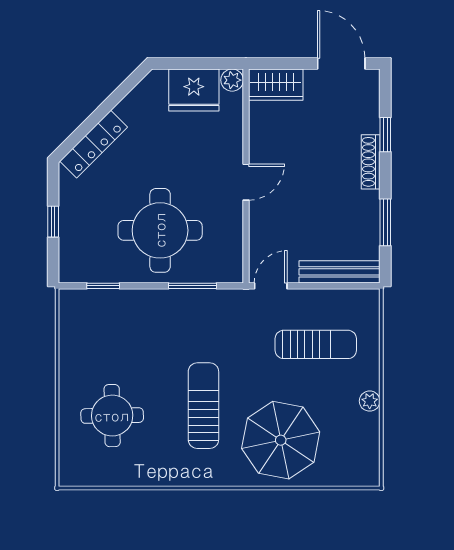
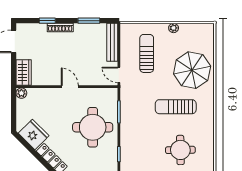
fridge: (194, 90) -> (34, 134), moved, turned -45

